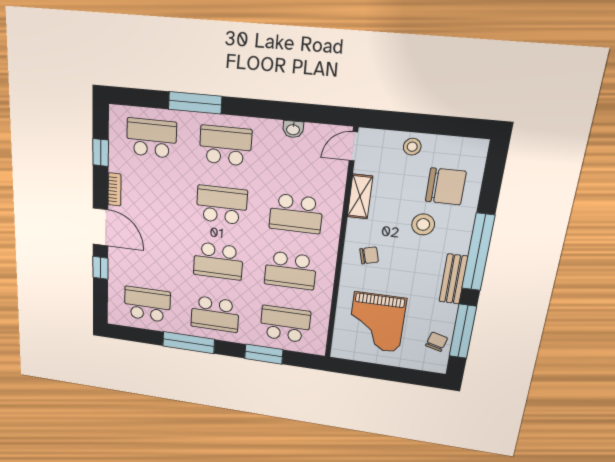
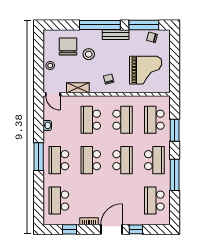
window: (195, 103) -> (39, 157), moved
school desk: (296, 214) -> (91, 120), turned 180

